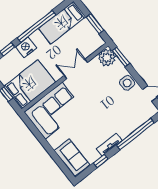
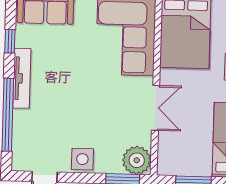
tv unit: (109, 145) -> (22, 78), width x1.41

